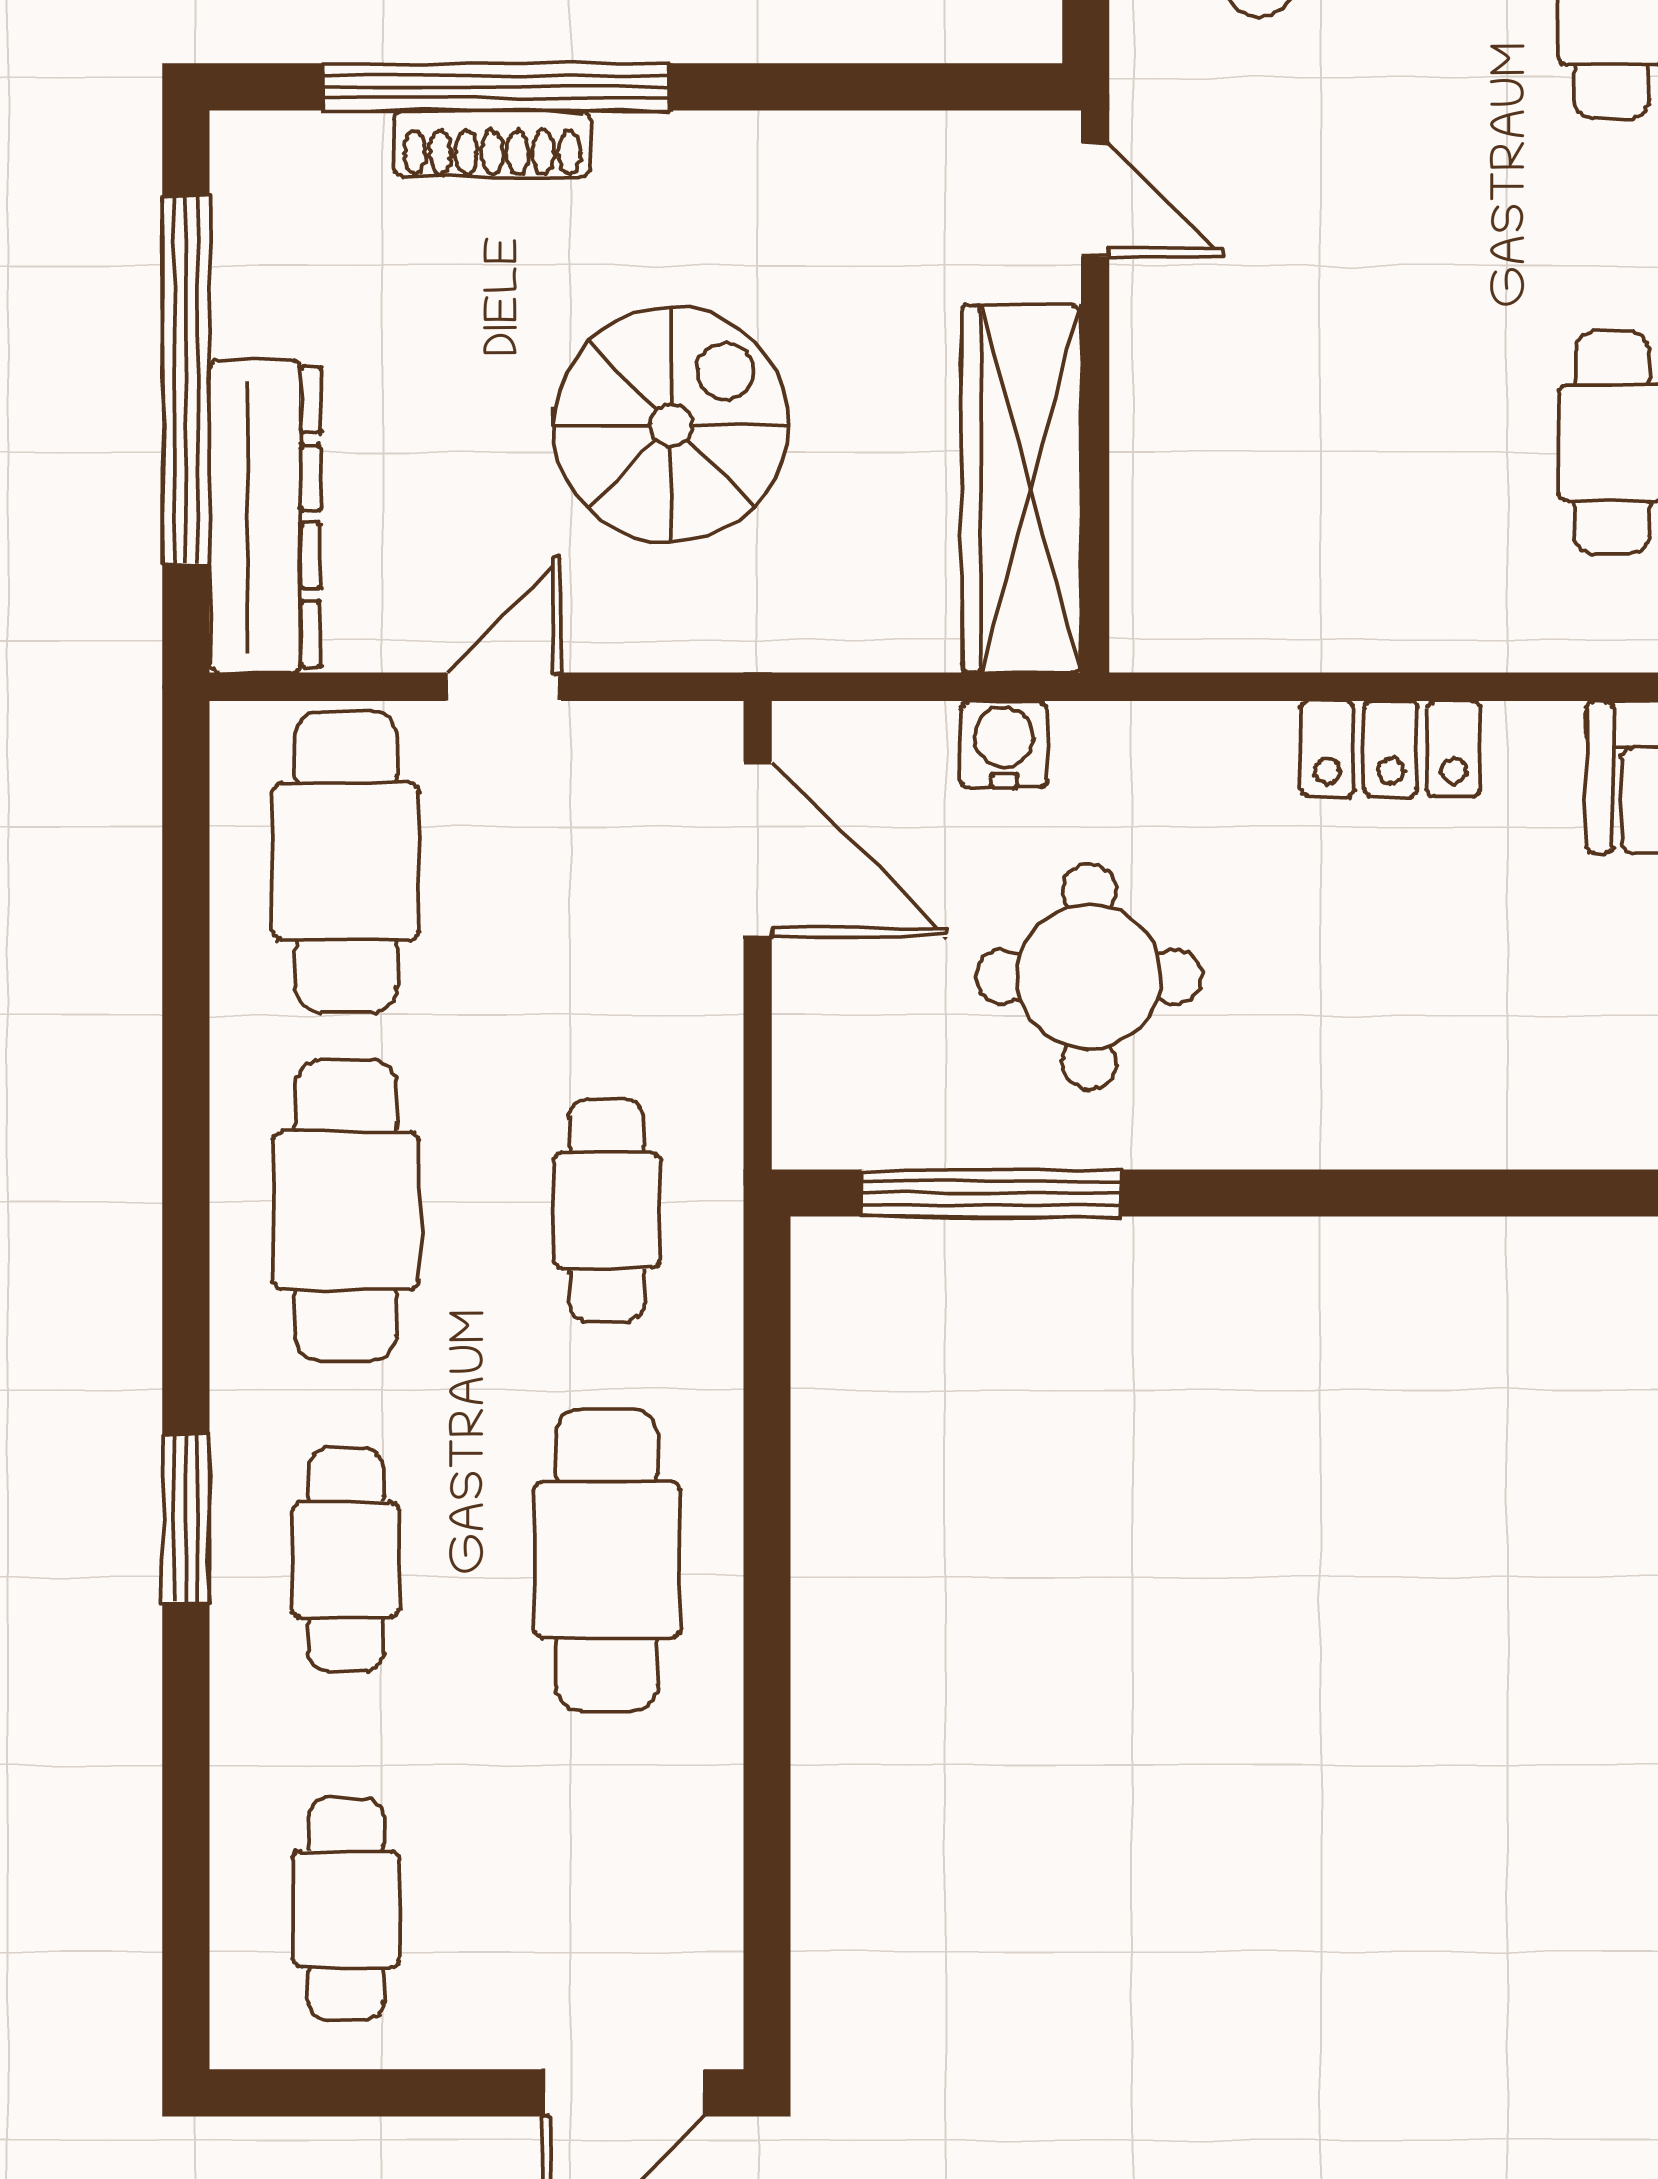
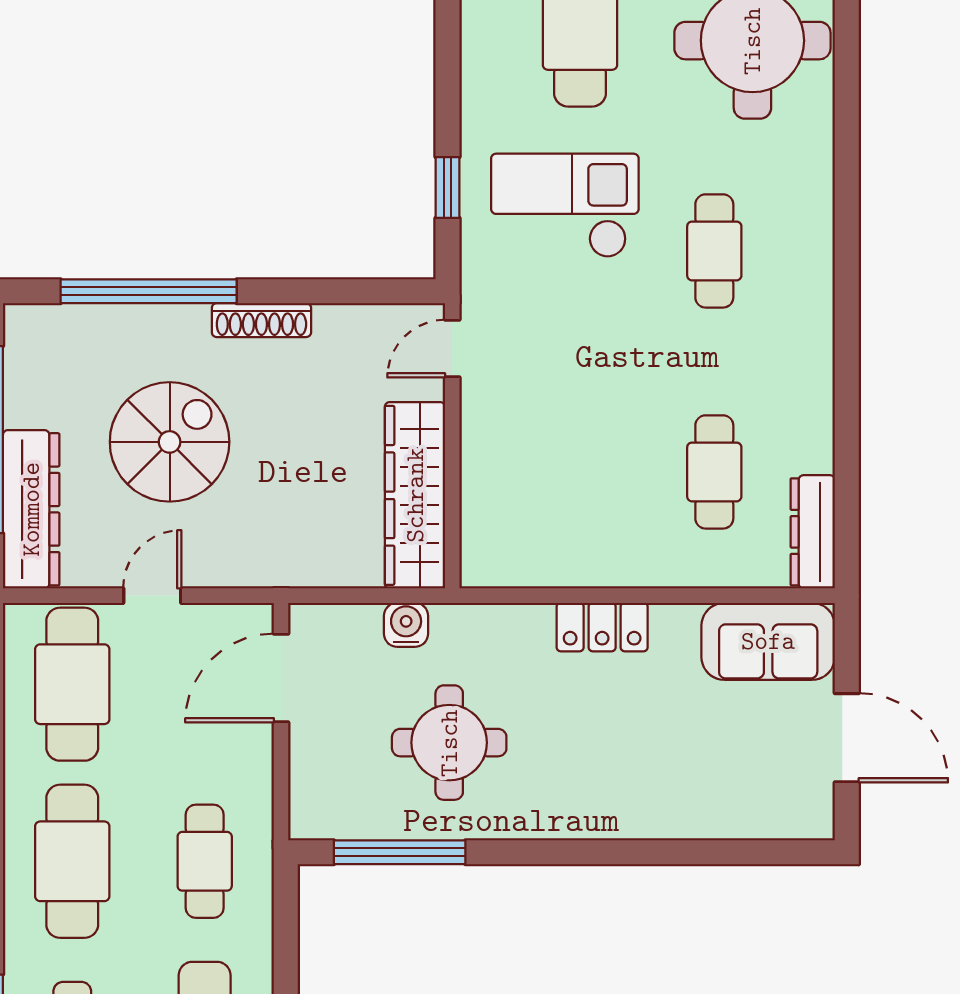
shoe rack: (492, 144) -> (261, 320), moved
door: (1095, 200) -> (452, 349), swing flipped
spiral stairs: (671, 425) -> (170, 442), moved
door: (758, 849) -> (281, 678), swing flipped

